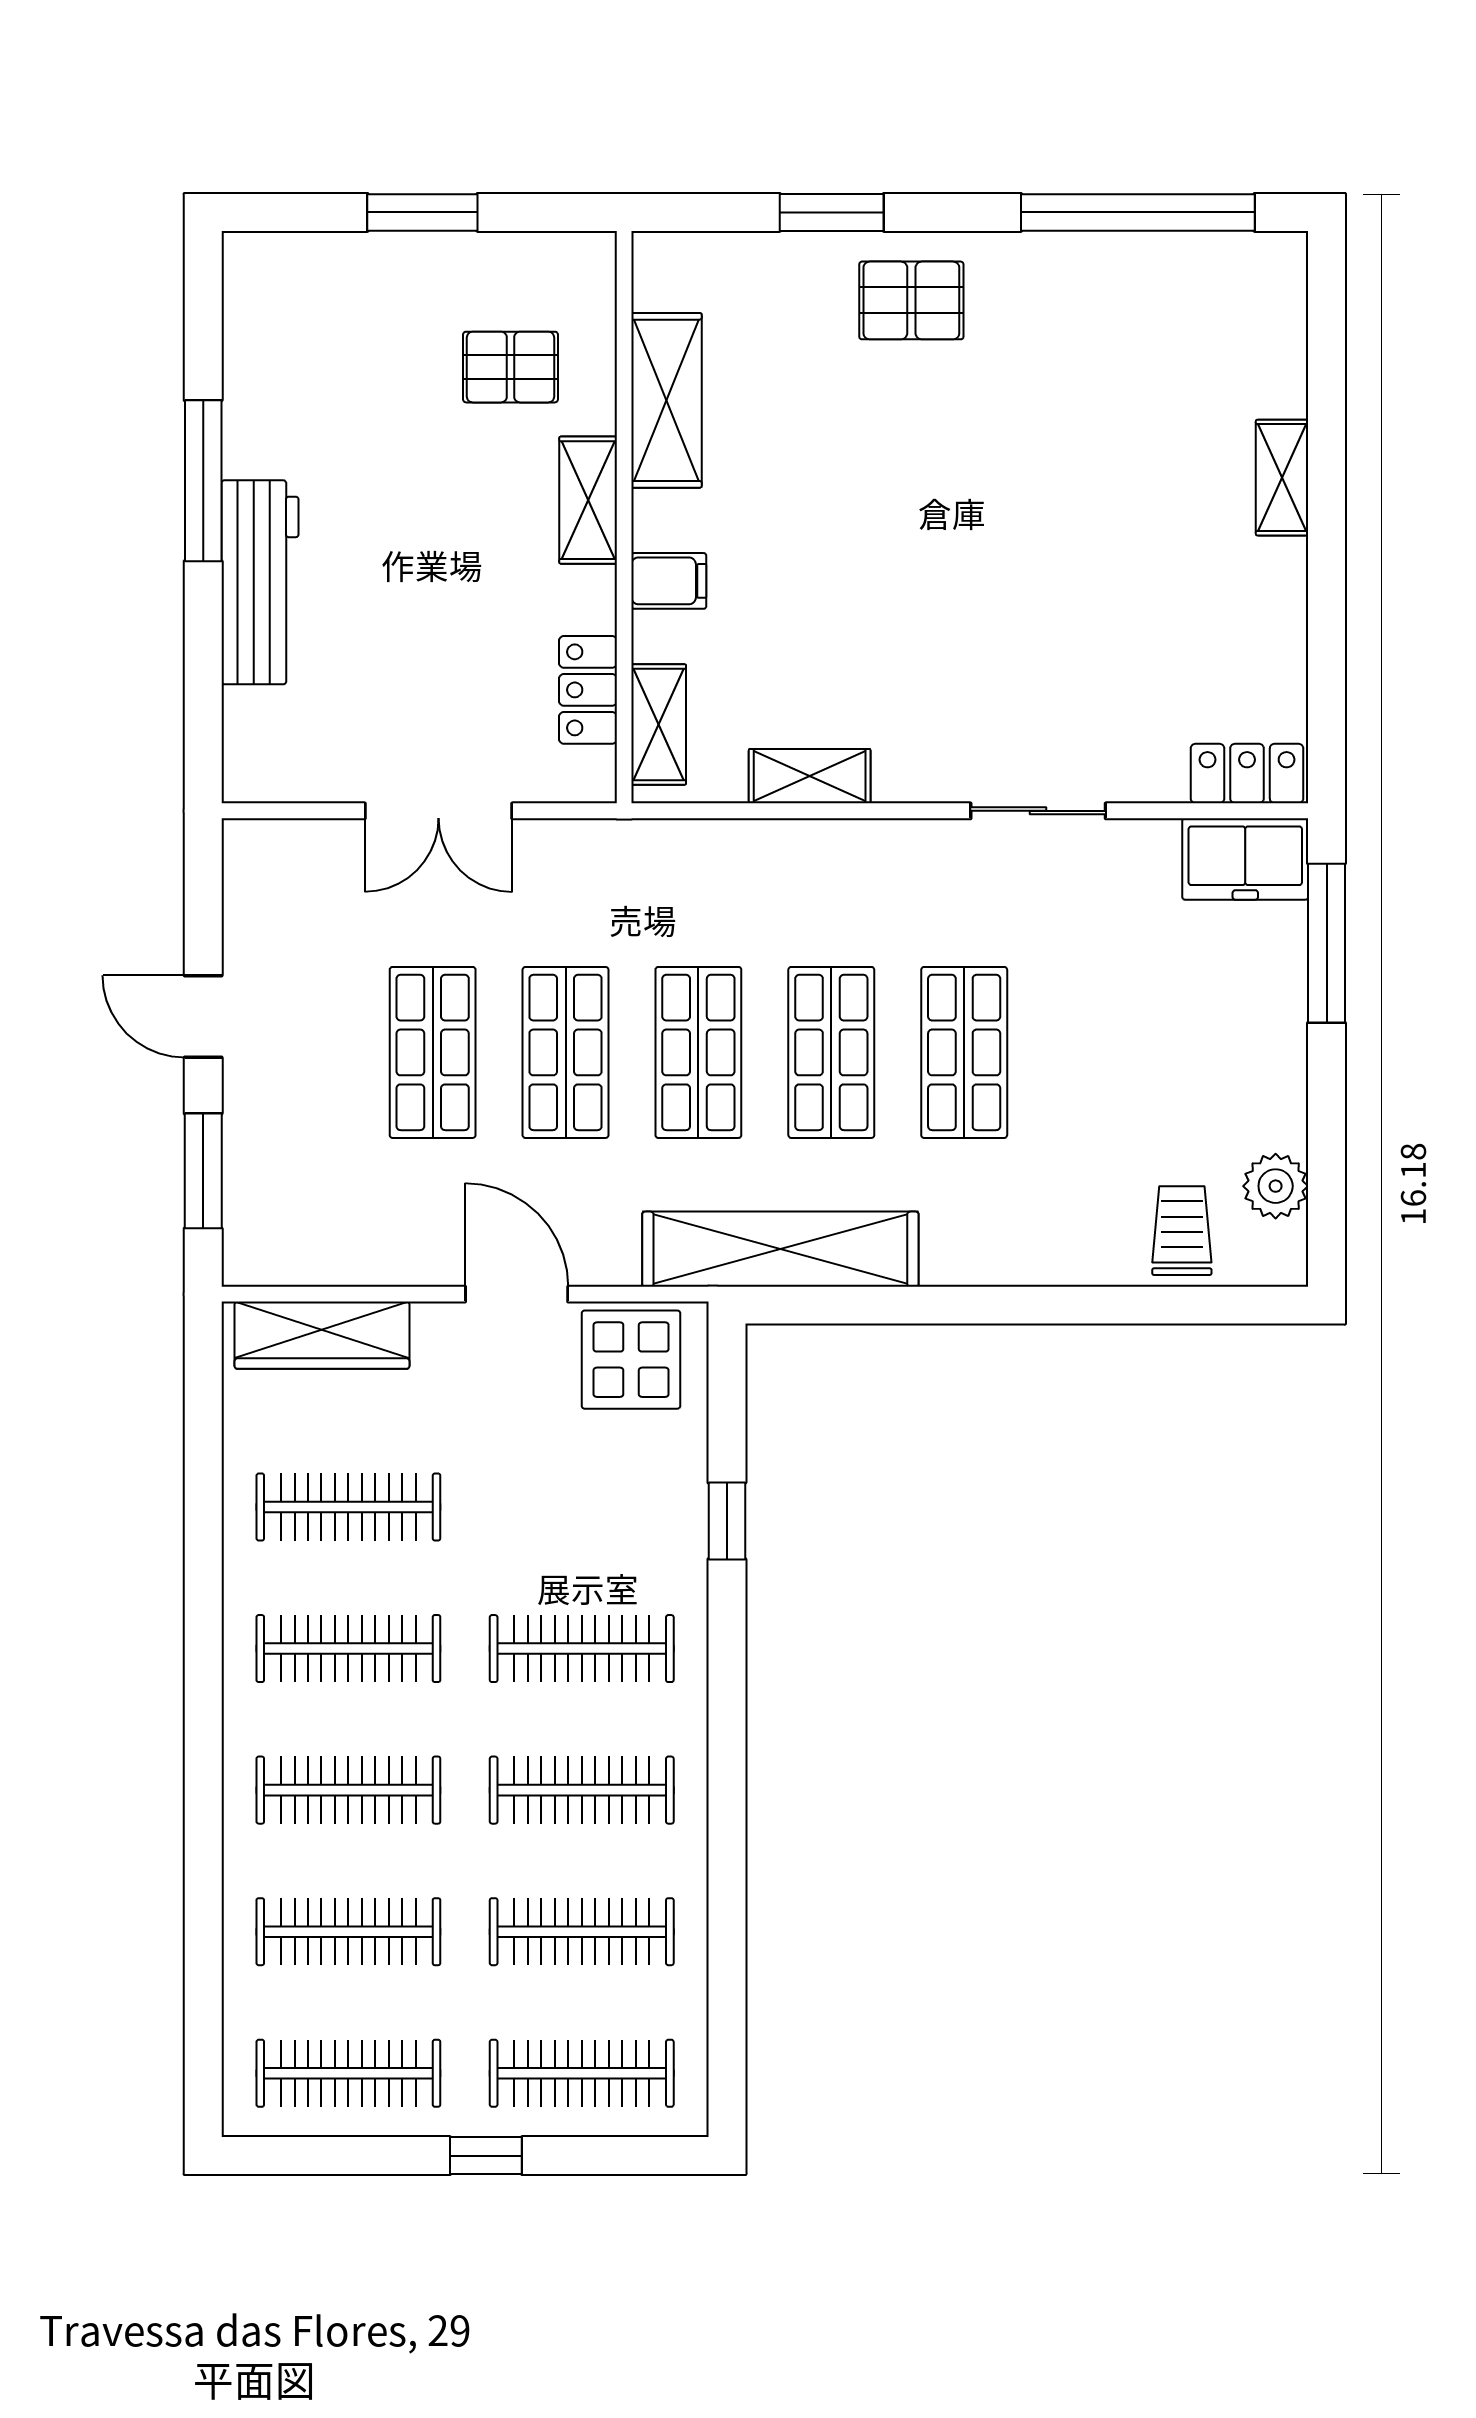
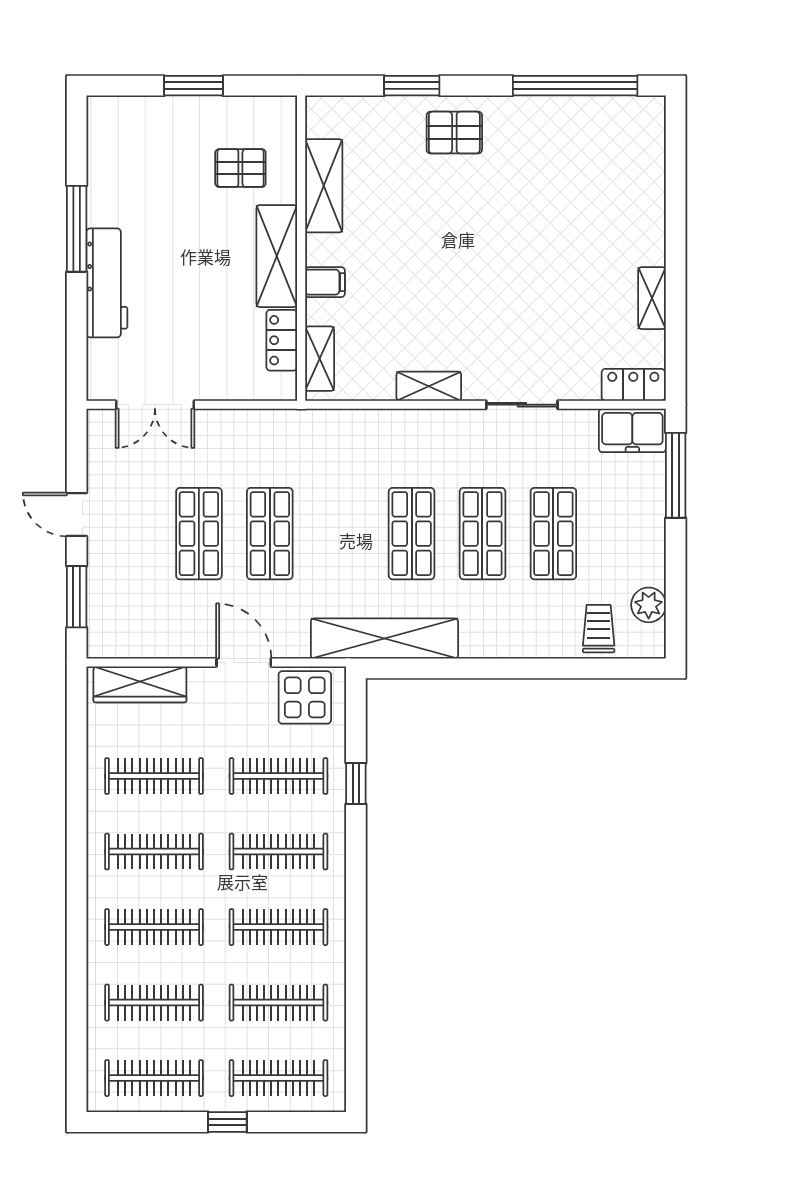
shelving: (1282, 478) -> (652, 298), moved
shelving: (588, 500) -> (277, 256), width x1.50, depth x1.33
shelving: (810, 776) -> (429, 386), moved
double door: (438, 811) -> (155, 405), moved
shop shelf: (698, 1052) -> (553, 534), moved
clothes rail: (582, 1507) -> (278, 776), added

